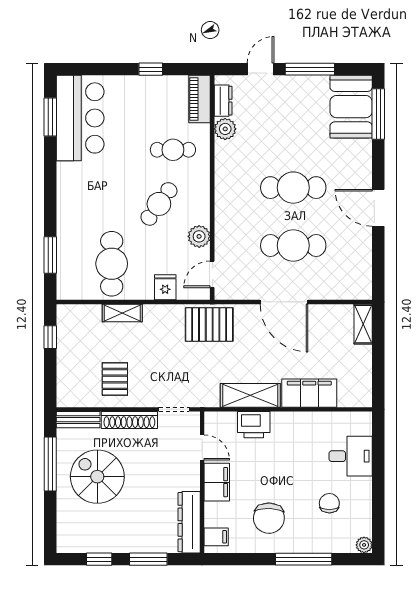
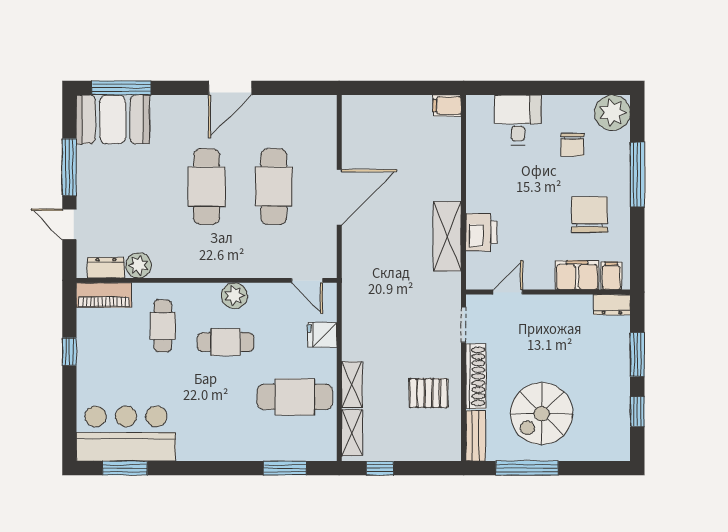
cafe table: (159, 204) -> (226, 342), turned -36
plant: (199, 236) -> (234, 296), moved
pallet: (209, 324) -> (365, 284), removed
shelving: (363, 324) -> (352, 433), moved, turned 90
filing cabinet: (309, 393) -> (447, 106), moved, width x0.33, depth x0.86
filing cabinet: (217, 482) -> (577, 275), moved
chair: (329, 503) -> (572, 145), turned -90
chair: (269, 518) -> (590, 215), turned -92
dresser: (189, 522) -> (612, 305), width x0.51, depth x0.80
plant: (364, 545) -> (612, 113), width x1.88, depth x1.88

